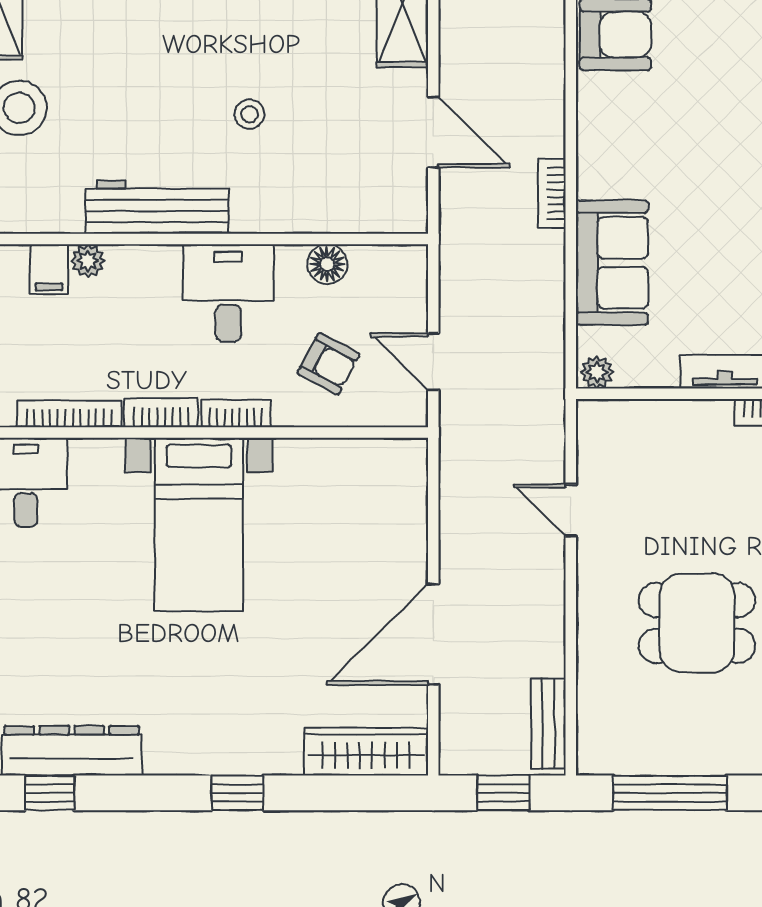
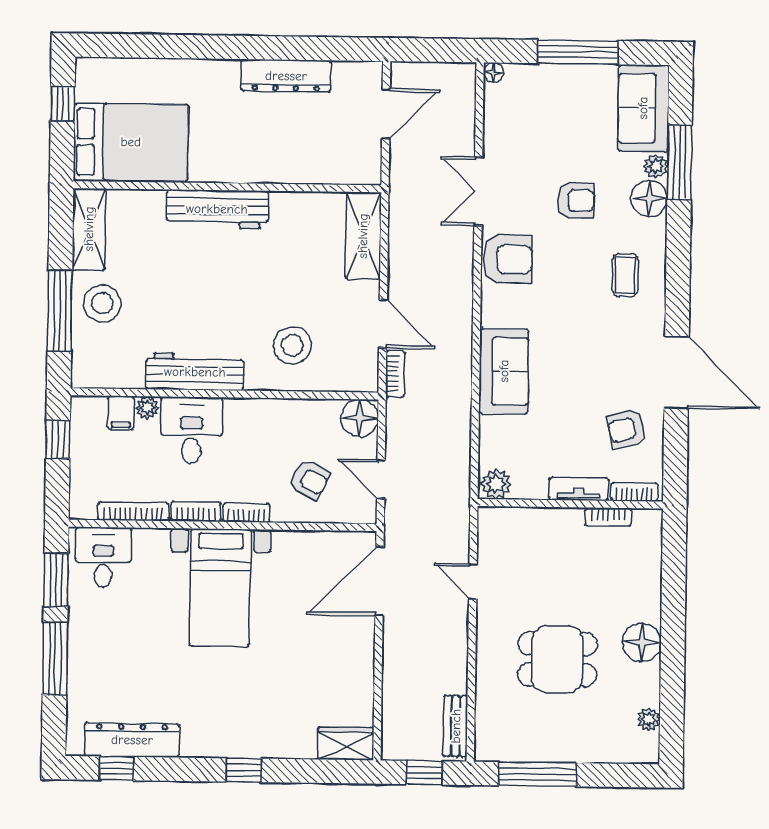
stool: (250, 114) -> (292, 345), moved, width x1.89, depth x1.89
bookcase: (552, 194) -> (395, 374), moved, turned 180
sofa: (612, 263) -> (504, 371), moved
floor lamp: (327, 264) -> (360, 418), moved, width x1.38, depth x1.38
desk: (228, 293) -> (192, 430), moved
plant: (597, 372) -> (496, 484), width x1.38, depth x1.38
door: (433, 634) -> (379, 581), moved
wardrobe: (366, 752) -> (346, 744), width x0.67

